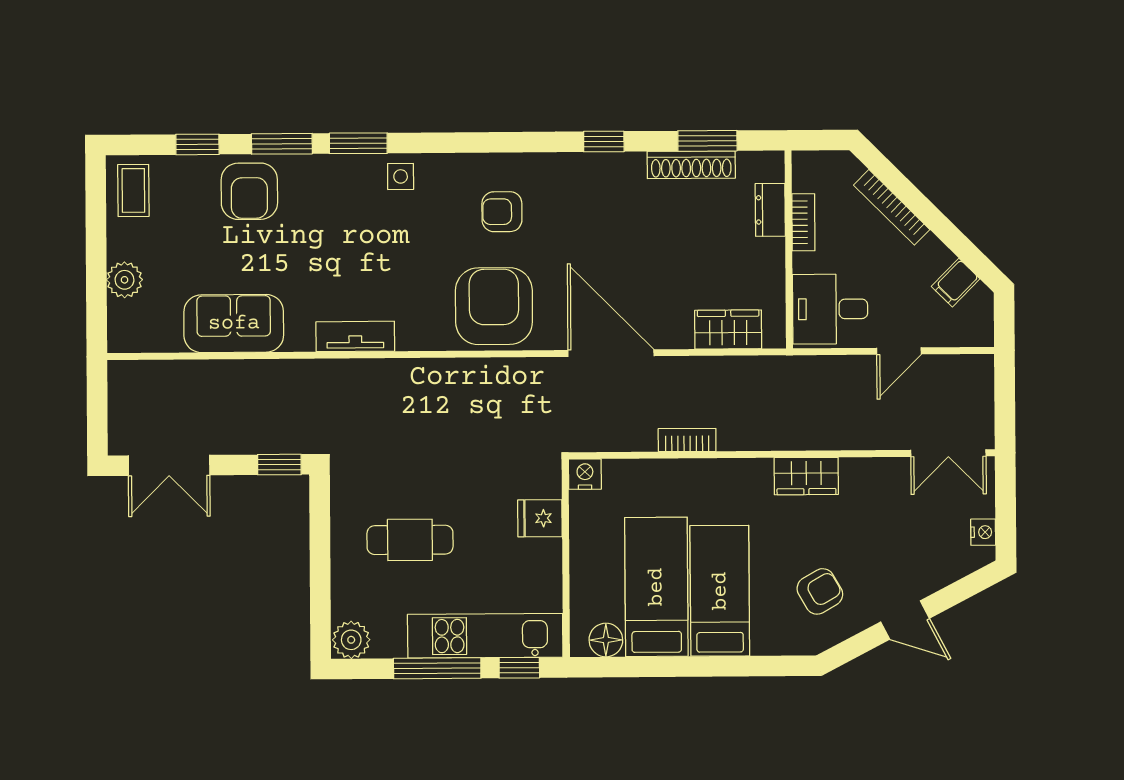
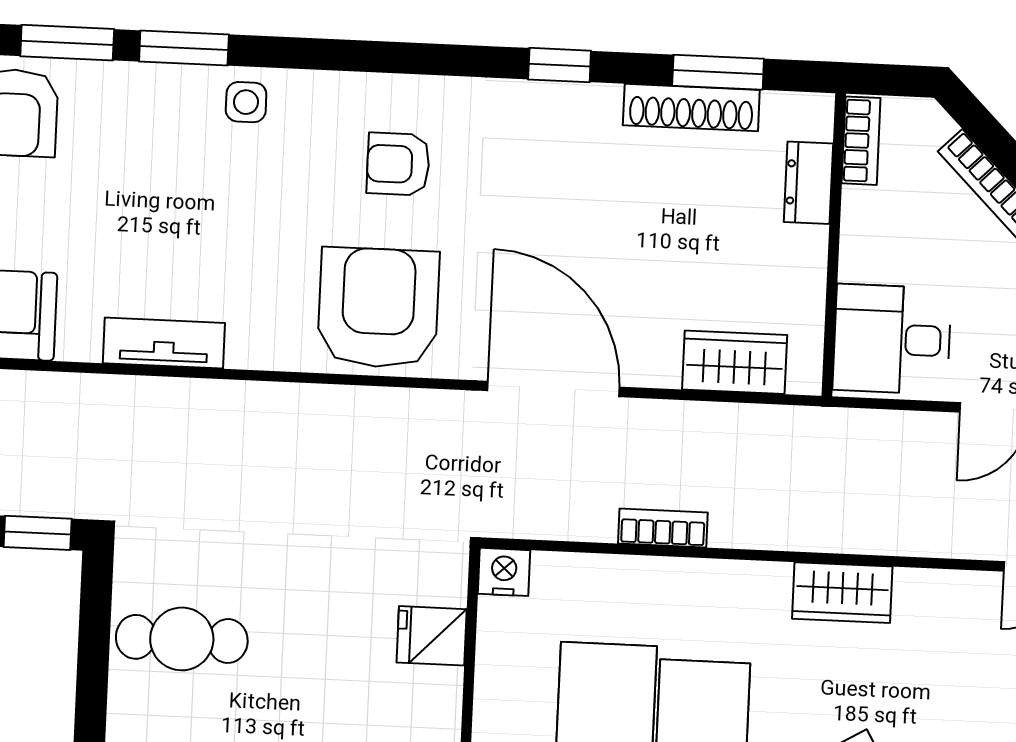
bookcase: (803, 222) -> (861, 141), moved
cafe table: (410, 540) -> (182, 639), moved

